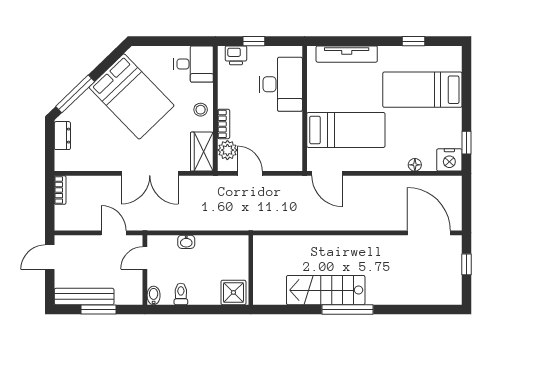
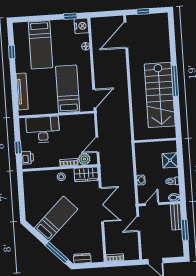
desk: (194, 64) -> (34, 183), removed
bed: (132, 96) -> (56, 219), width x0.67
door: (145, 258) -> (152, 204), swing flipped
stairs: (326, 290) -> (160, 95), width x1.36, depth x1.51
shower: (233, 292) -> (170, 160), moved
bench: (84, 297) -> (176, 217), moved, width x0.73

